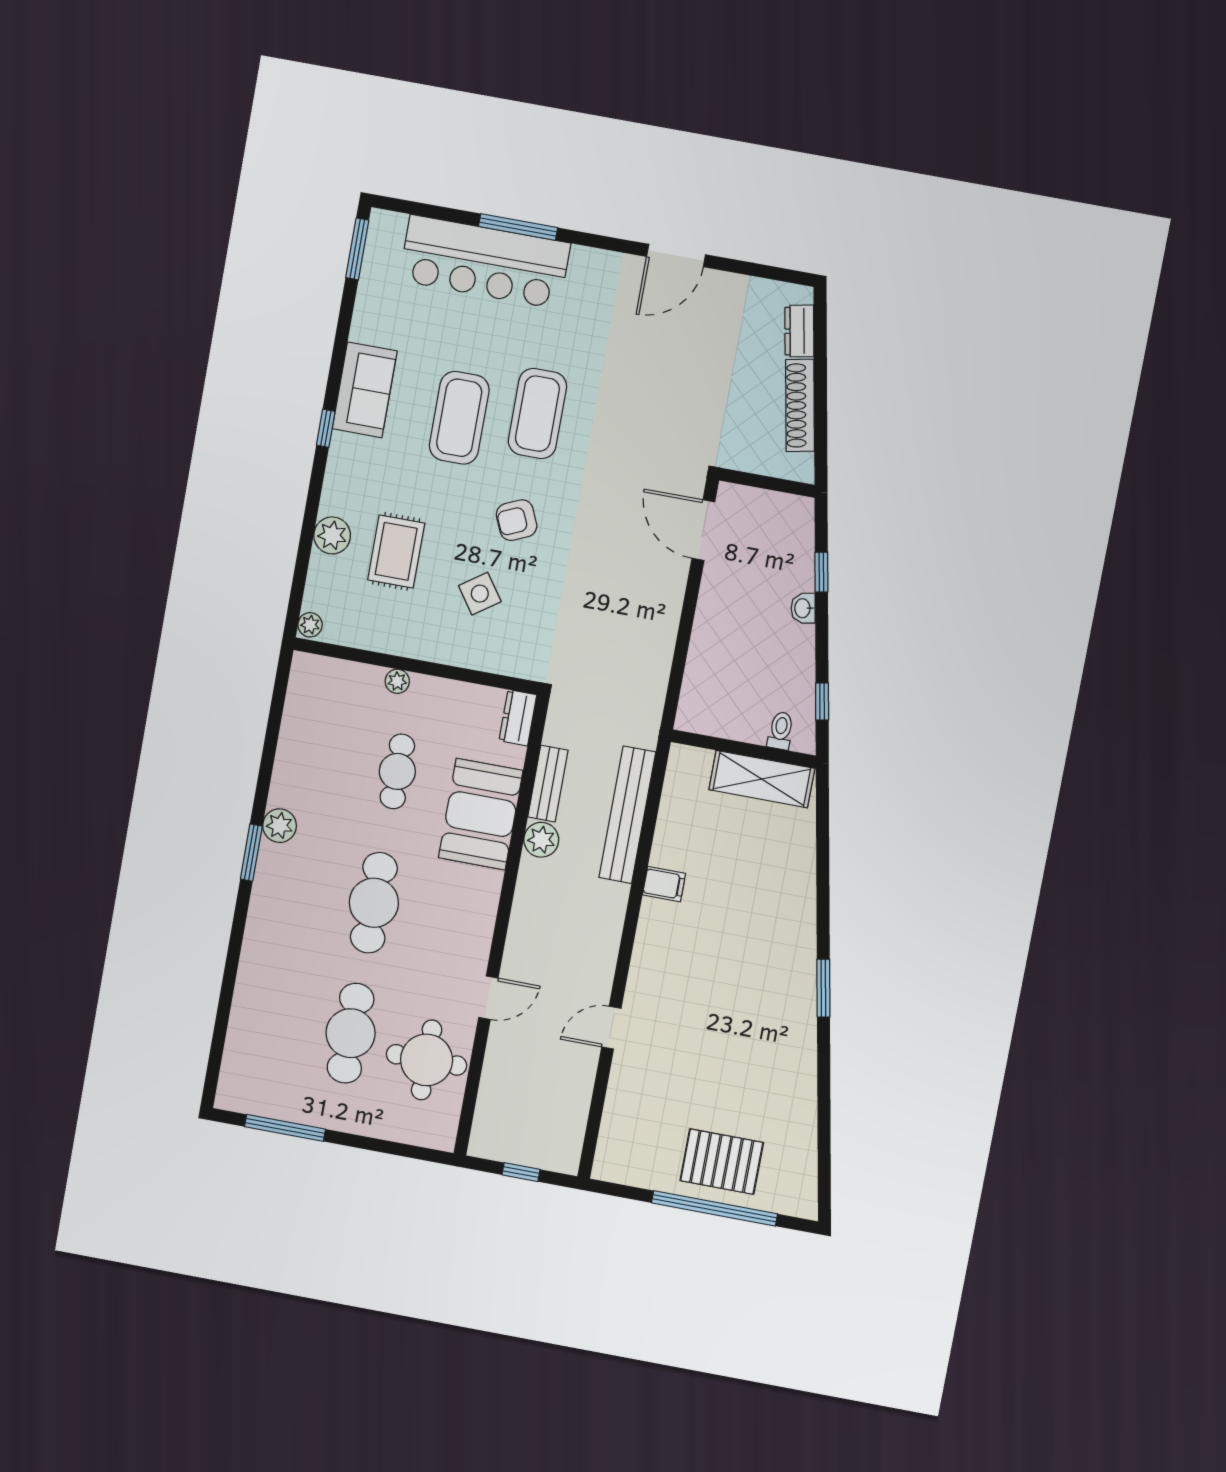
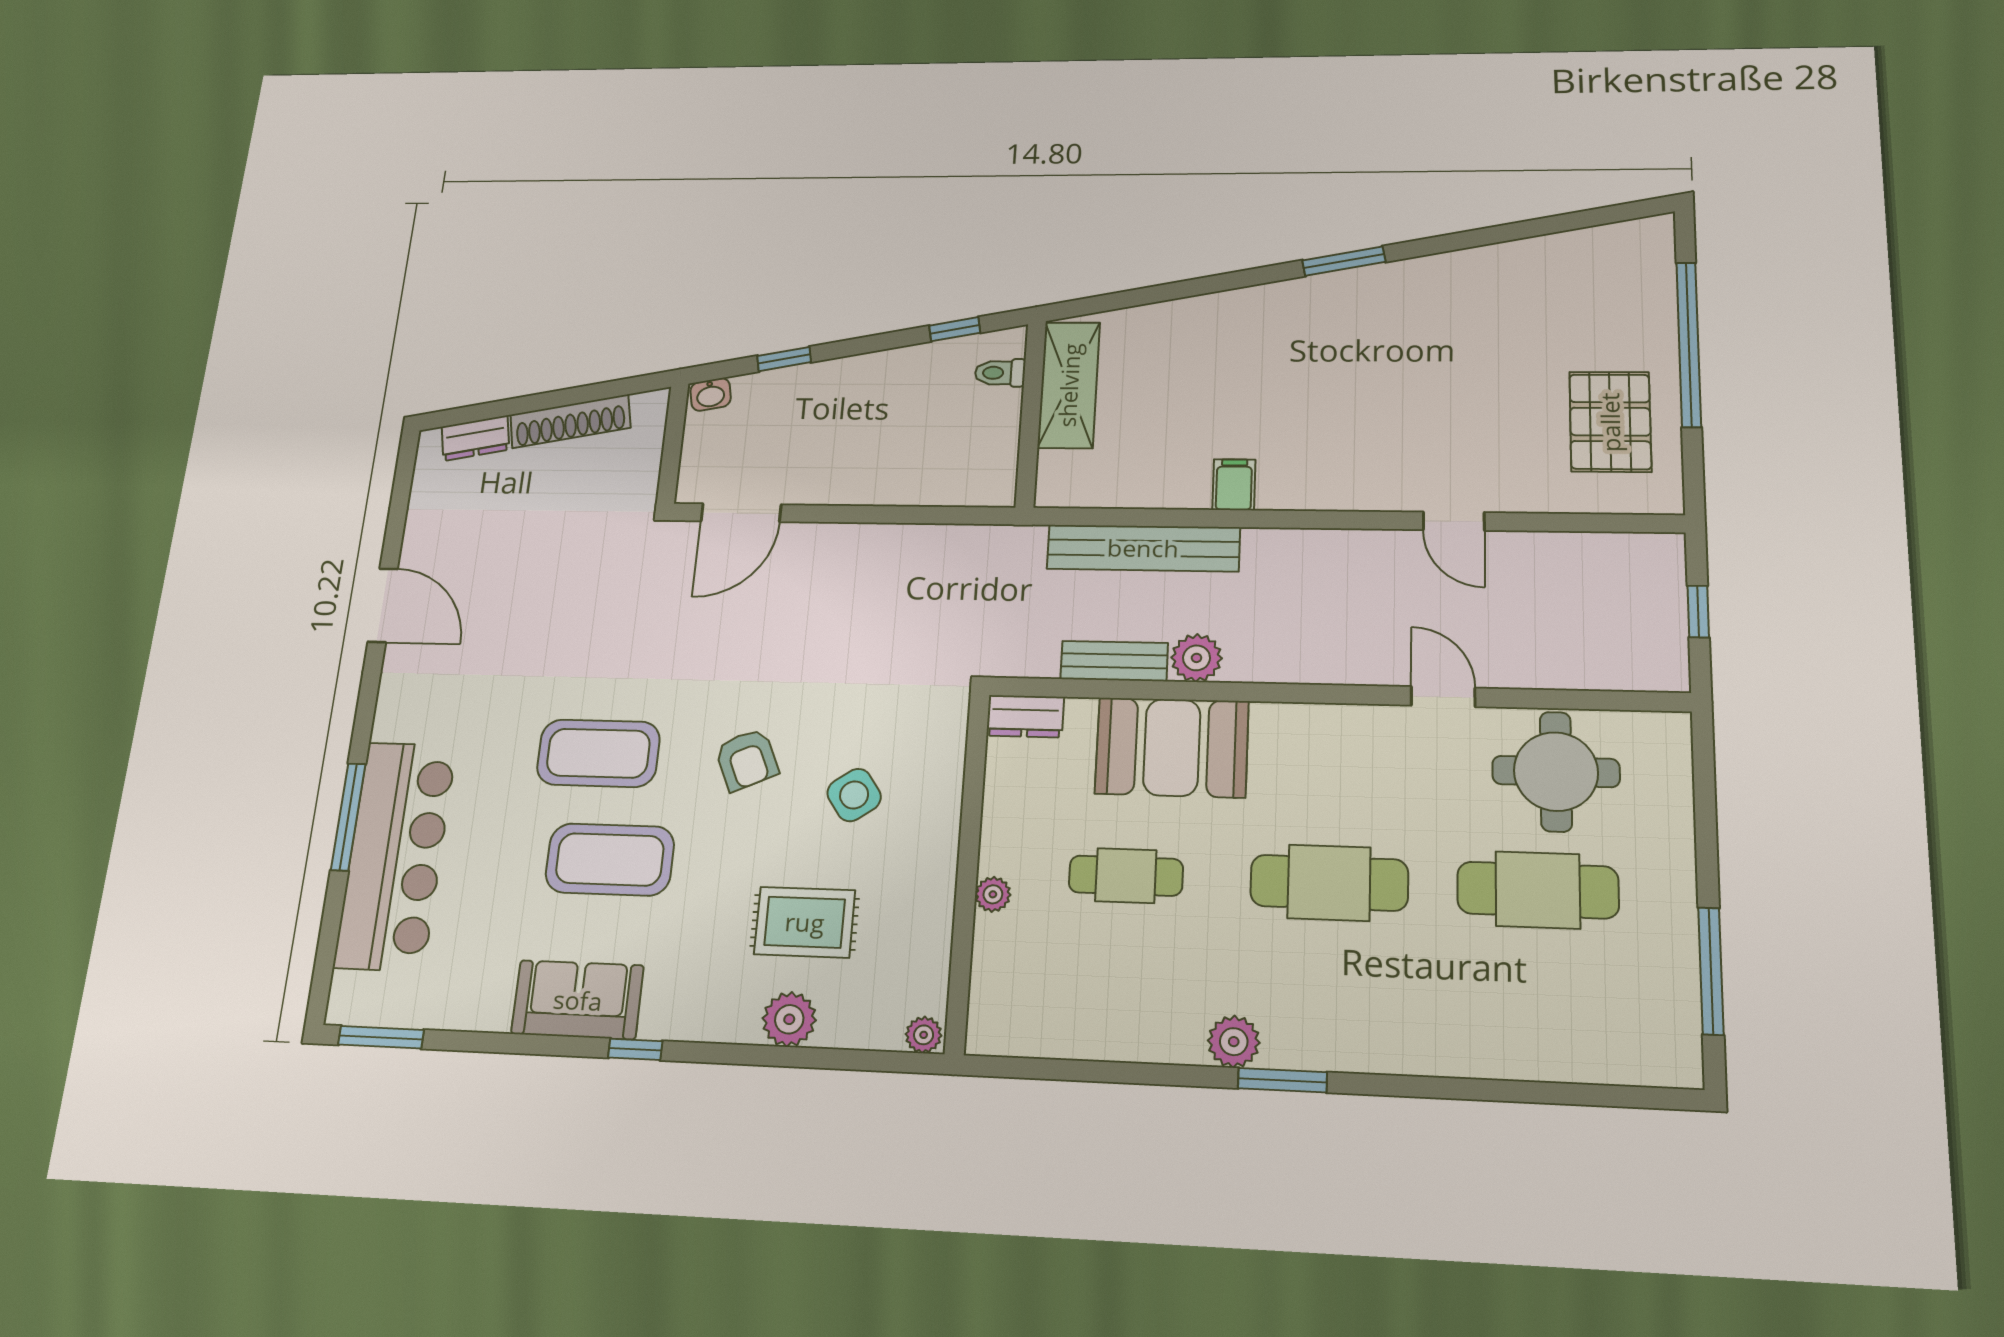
washbasin: (803, 608) -> (711, 394), moved
pallet: (722, 1162) -> (1610, 422), moved

